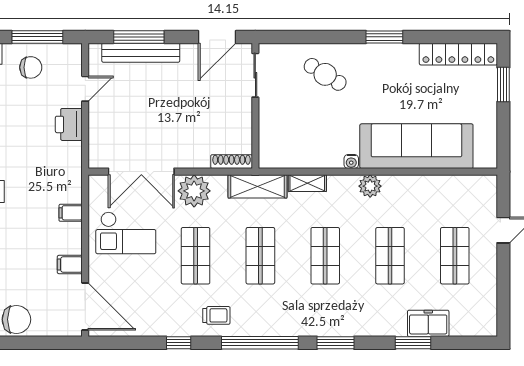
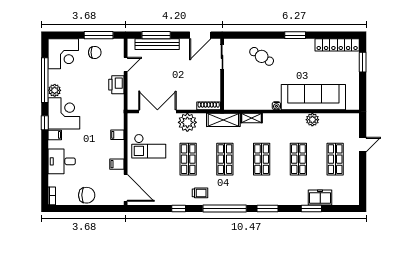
double door: (141, 172) -> (157, 111), swing flipped
plant: (370, 186) -> (312, 120), moved

